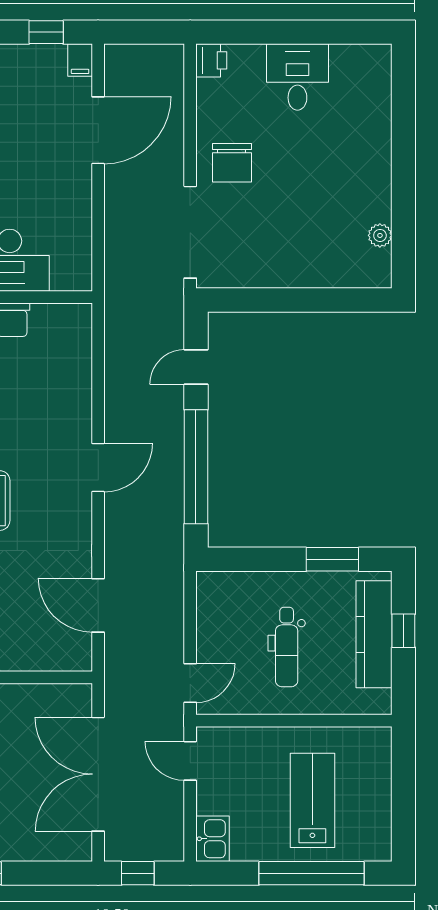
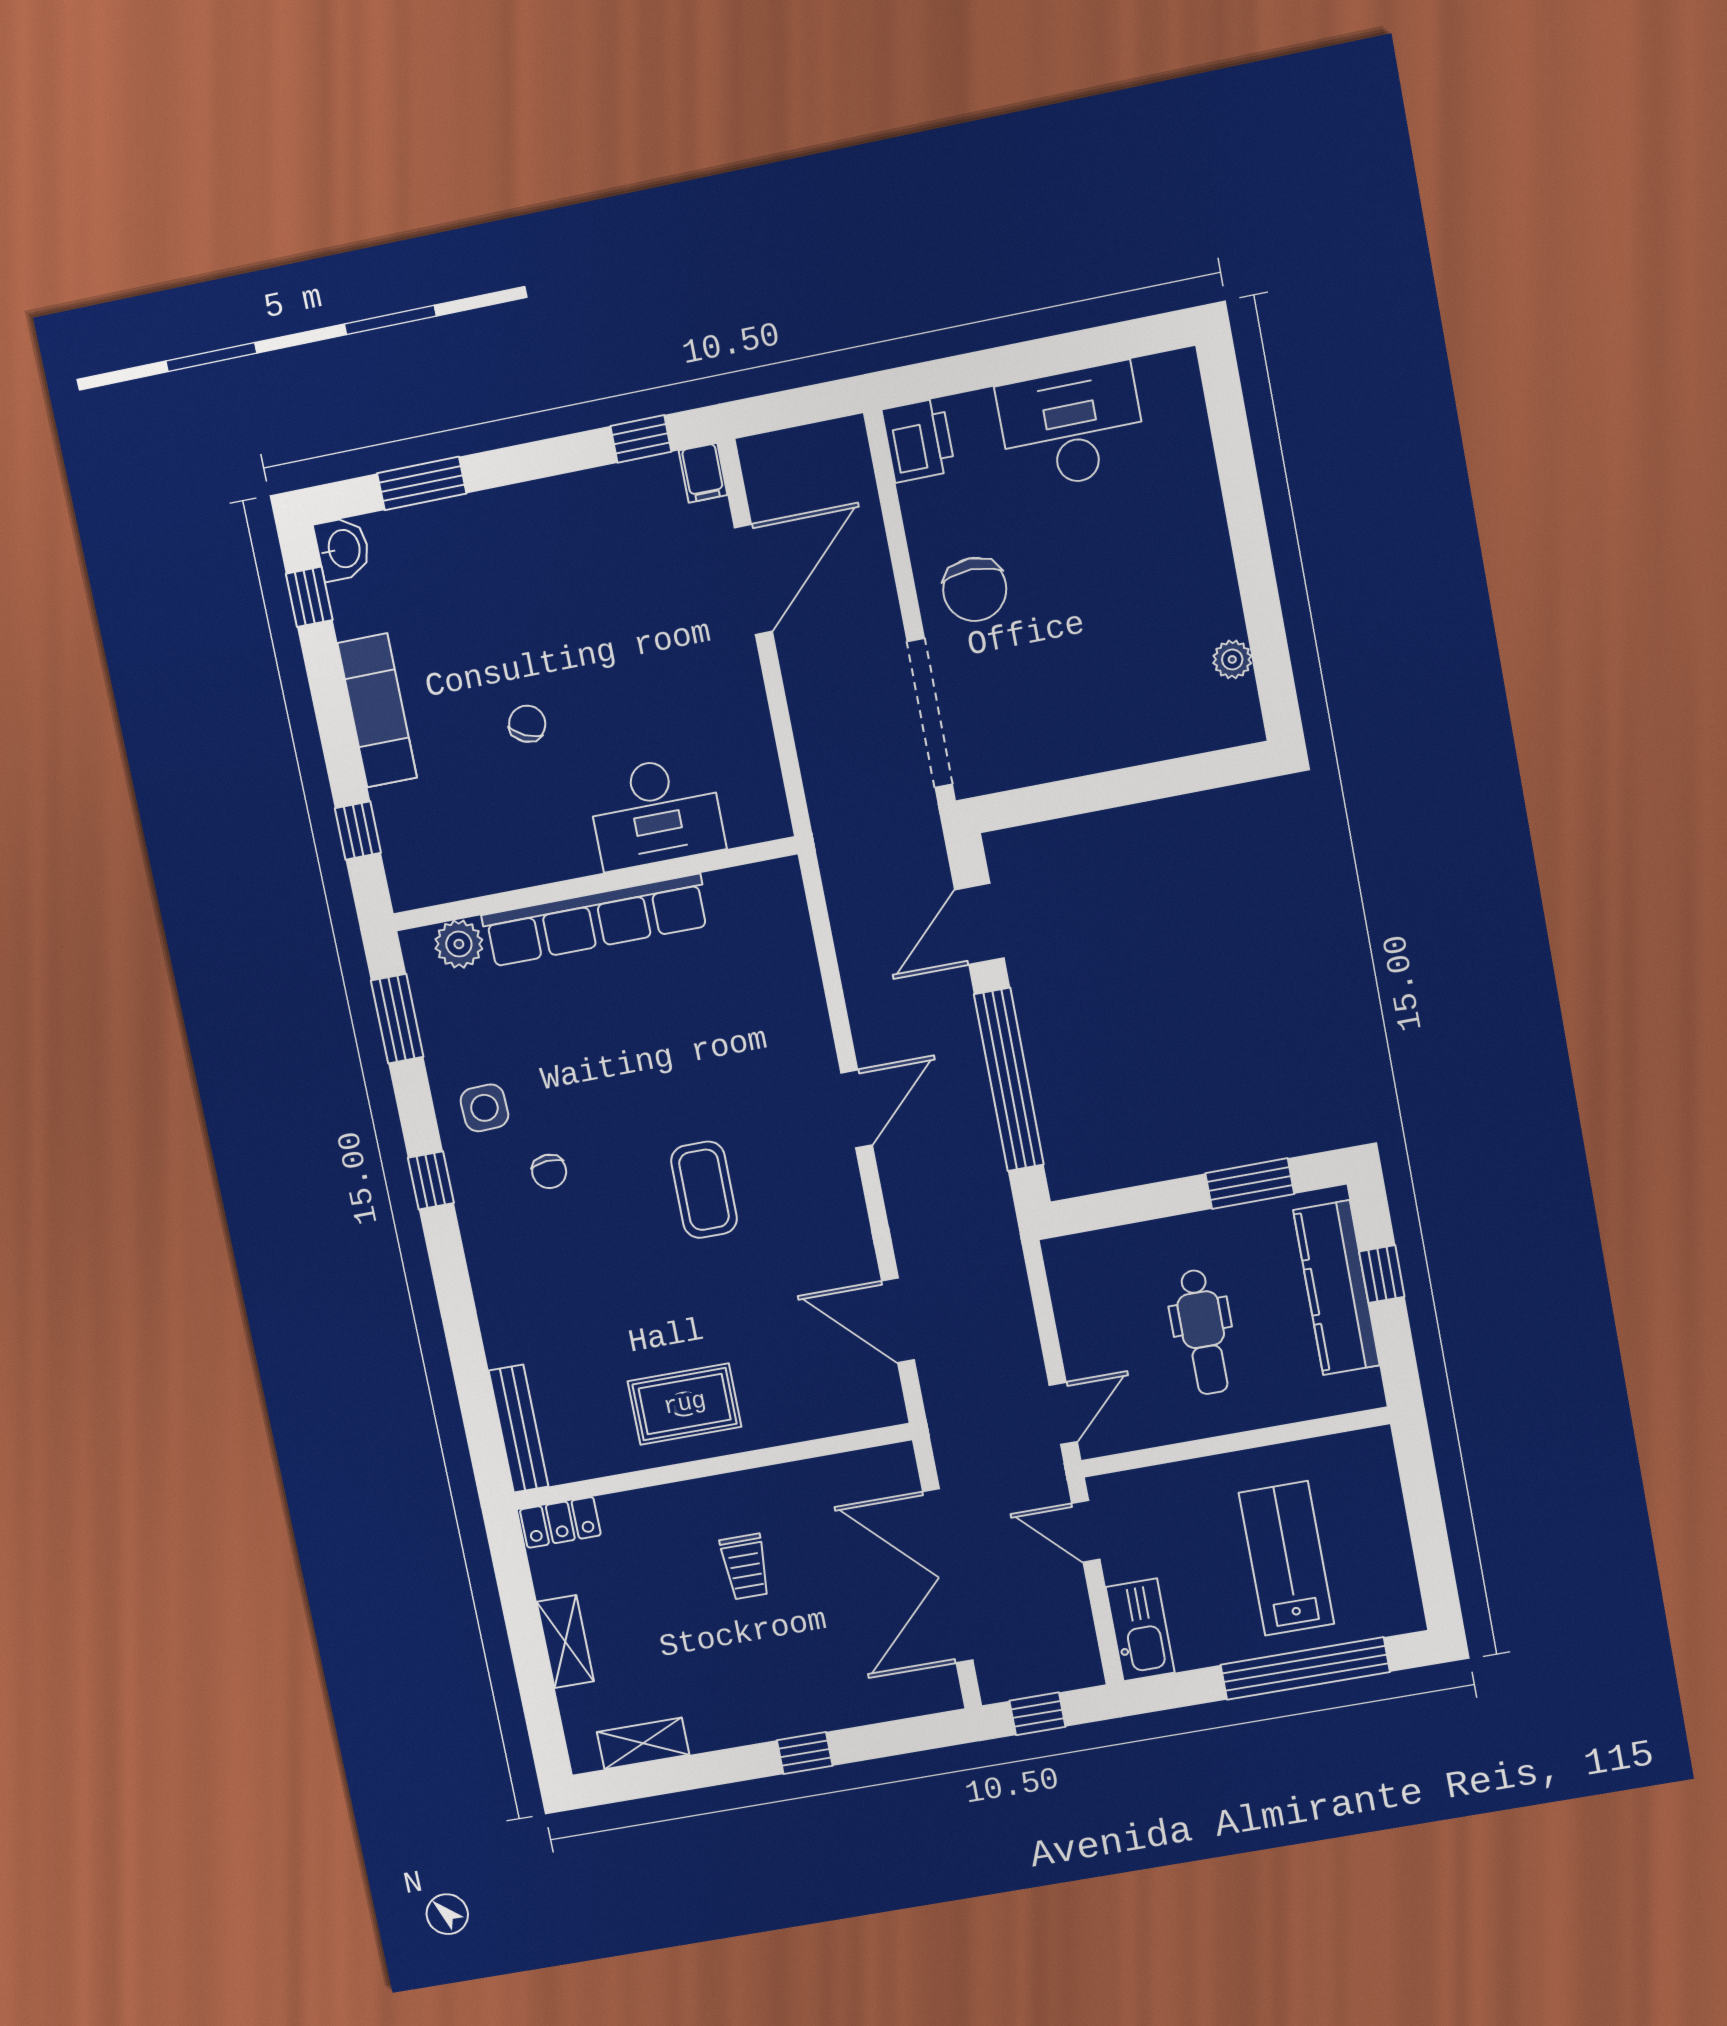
printer: (211, 60) -> (918, 440), width x1.36, depth x1.24
desk: (297, 77) -> (1072, 427), width x1.37
door: (196, 367) -> (979, 924), width x1.38
kitchen sink: (213, 839) -> (1140, 1630), width x1.38

